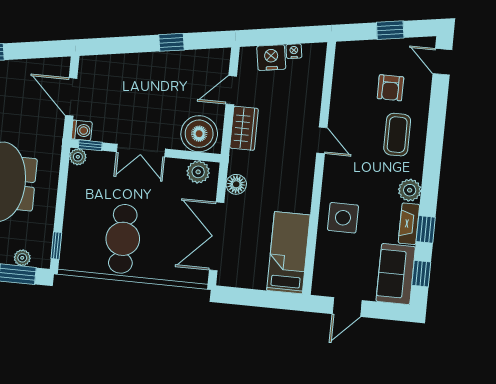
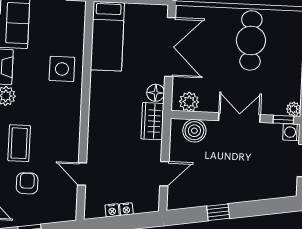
nightstand: (271, 58) -> (126, 209), width x0.53, depth x0.56
wardrobe: (244, 128) -> (152, 121), moved
boiler: (199, 134) -> (194, 131), width x0.73, depth x0.73
door: (322, 140) -> (82, 174), moved

